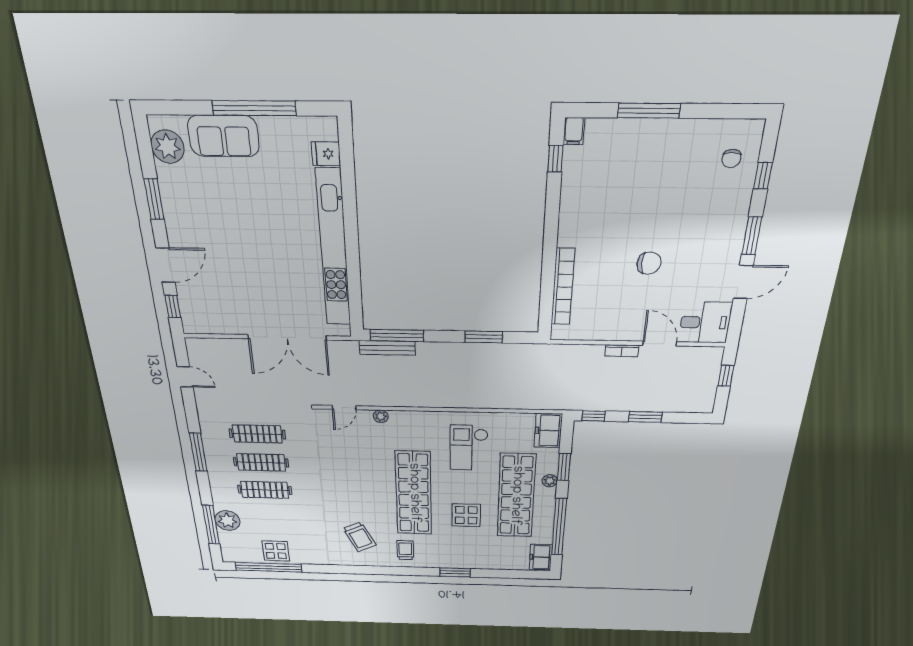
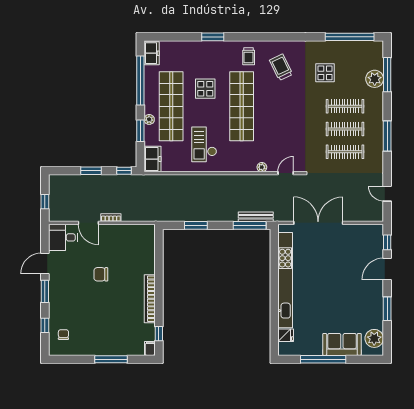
bookcase: (563, 287) -> (150, 299), moved
checkout: (469, 448) -> (204, 144), turned 180
display table: (276, 551) -> (325, 73), moved

